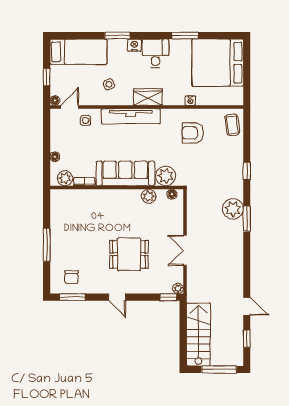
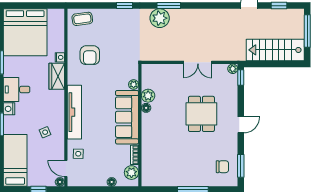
wardrobe: (148, 97) -> (57, 76), moved
plant: (166, 176) -> (134, 84), width x0.53, depth x0.53
floor lamp: (172, 194) -> (146, 108), moved

